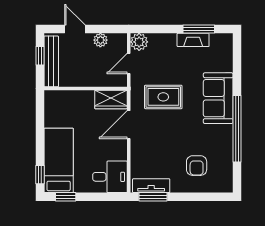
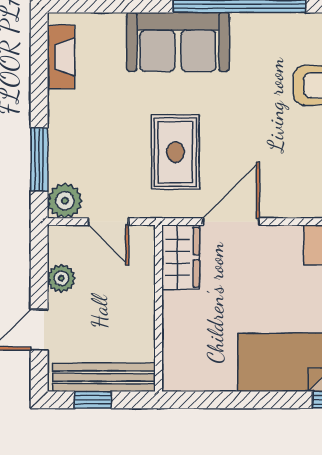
window: (199, 29) -> (39, 159), moved
fireplace: (193, 40) -> (61, 57), moved
door: (129, 125) -> (231, 222), swing flipped

